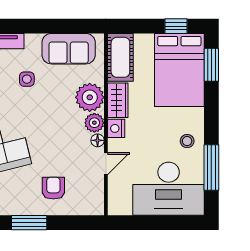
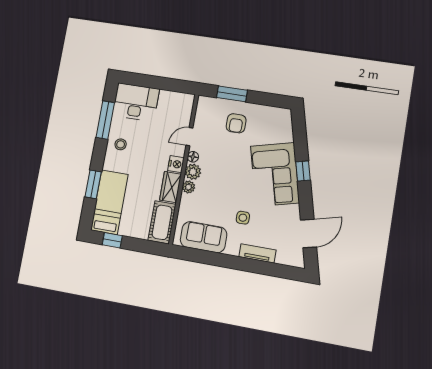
window: (211, 65) -> (93, 184), moved
bed: (179, 70) -> (109, 202), width x0.67
plant: (90, 97) -> (189, 187), width x0.53, depth x0.53
desk: (169, 189) -> (136, 102), width x0.73, depth x0.77
window: (29, 223) -> (232, 94), moved

